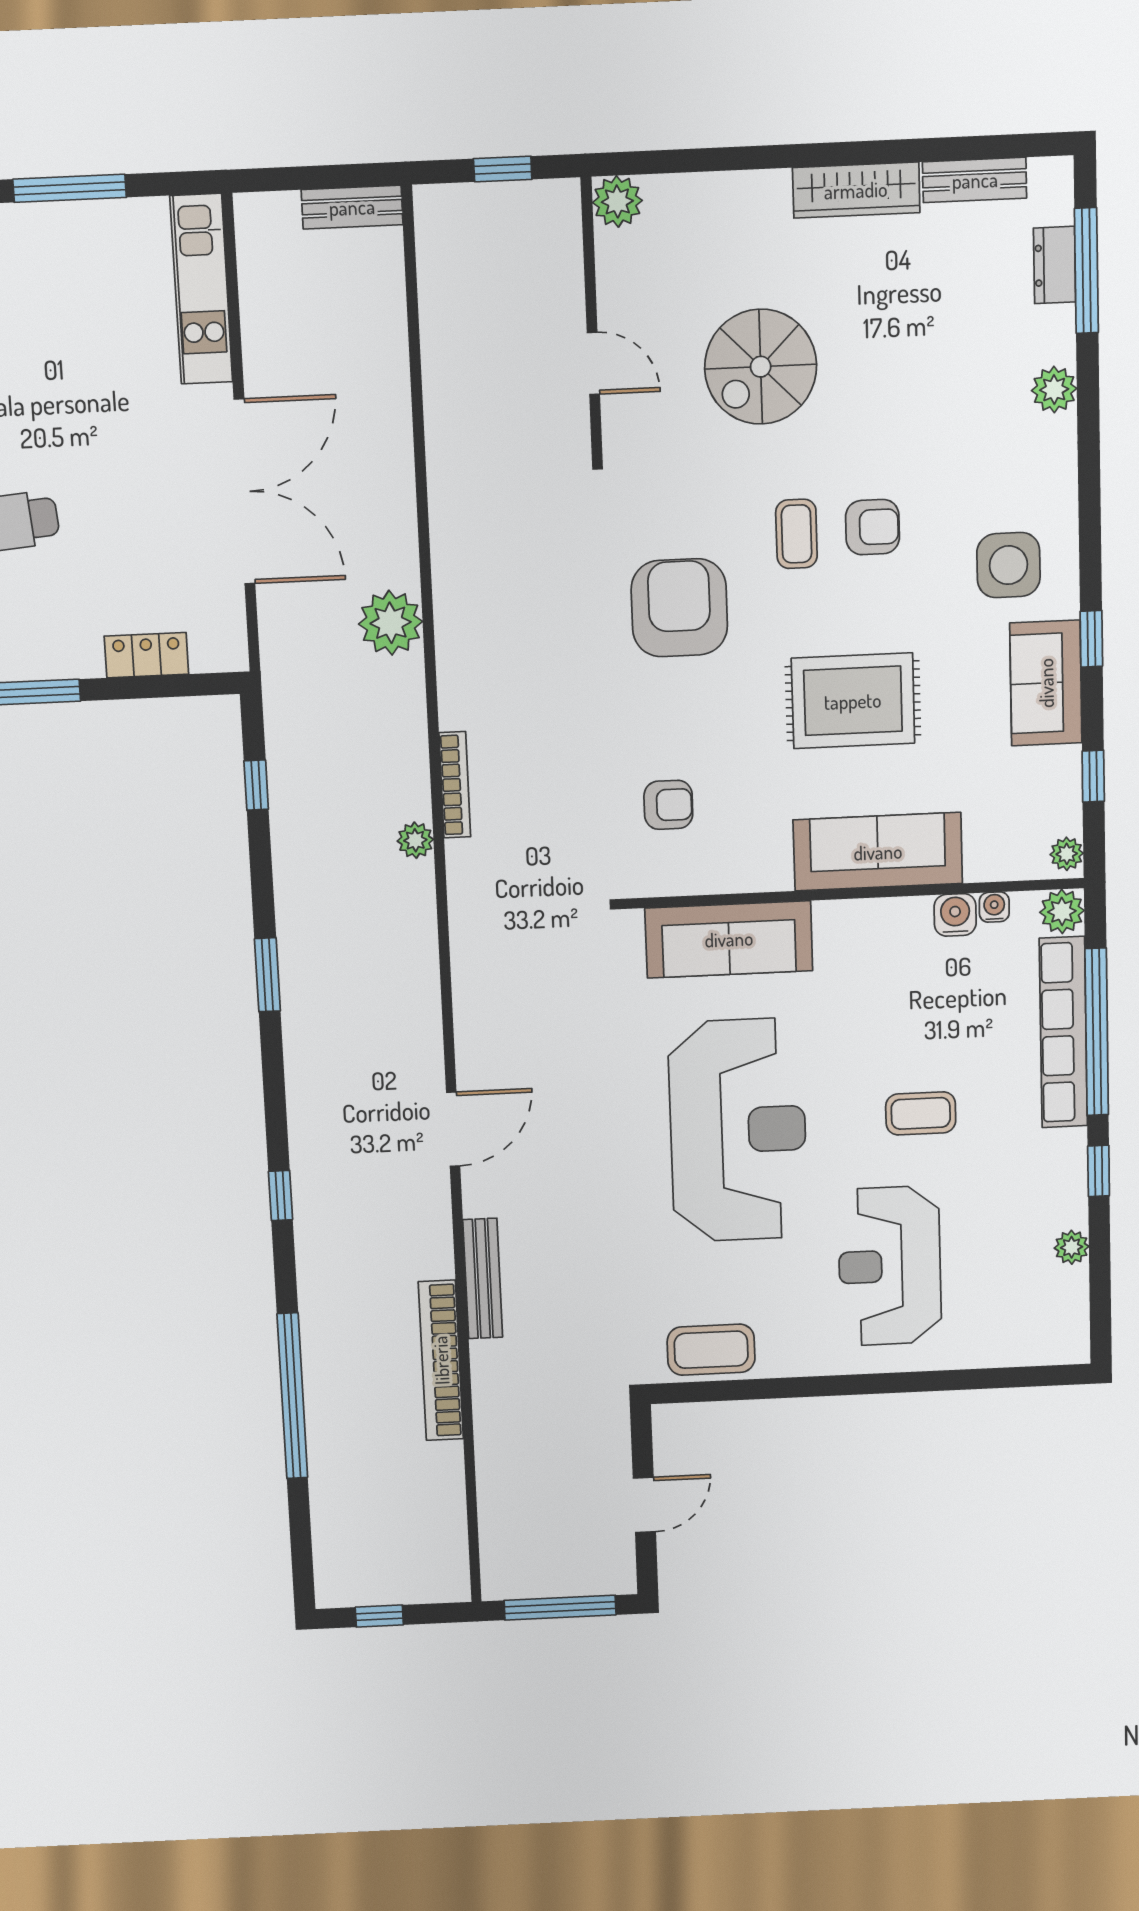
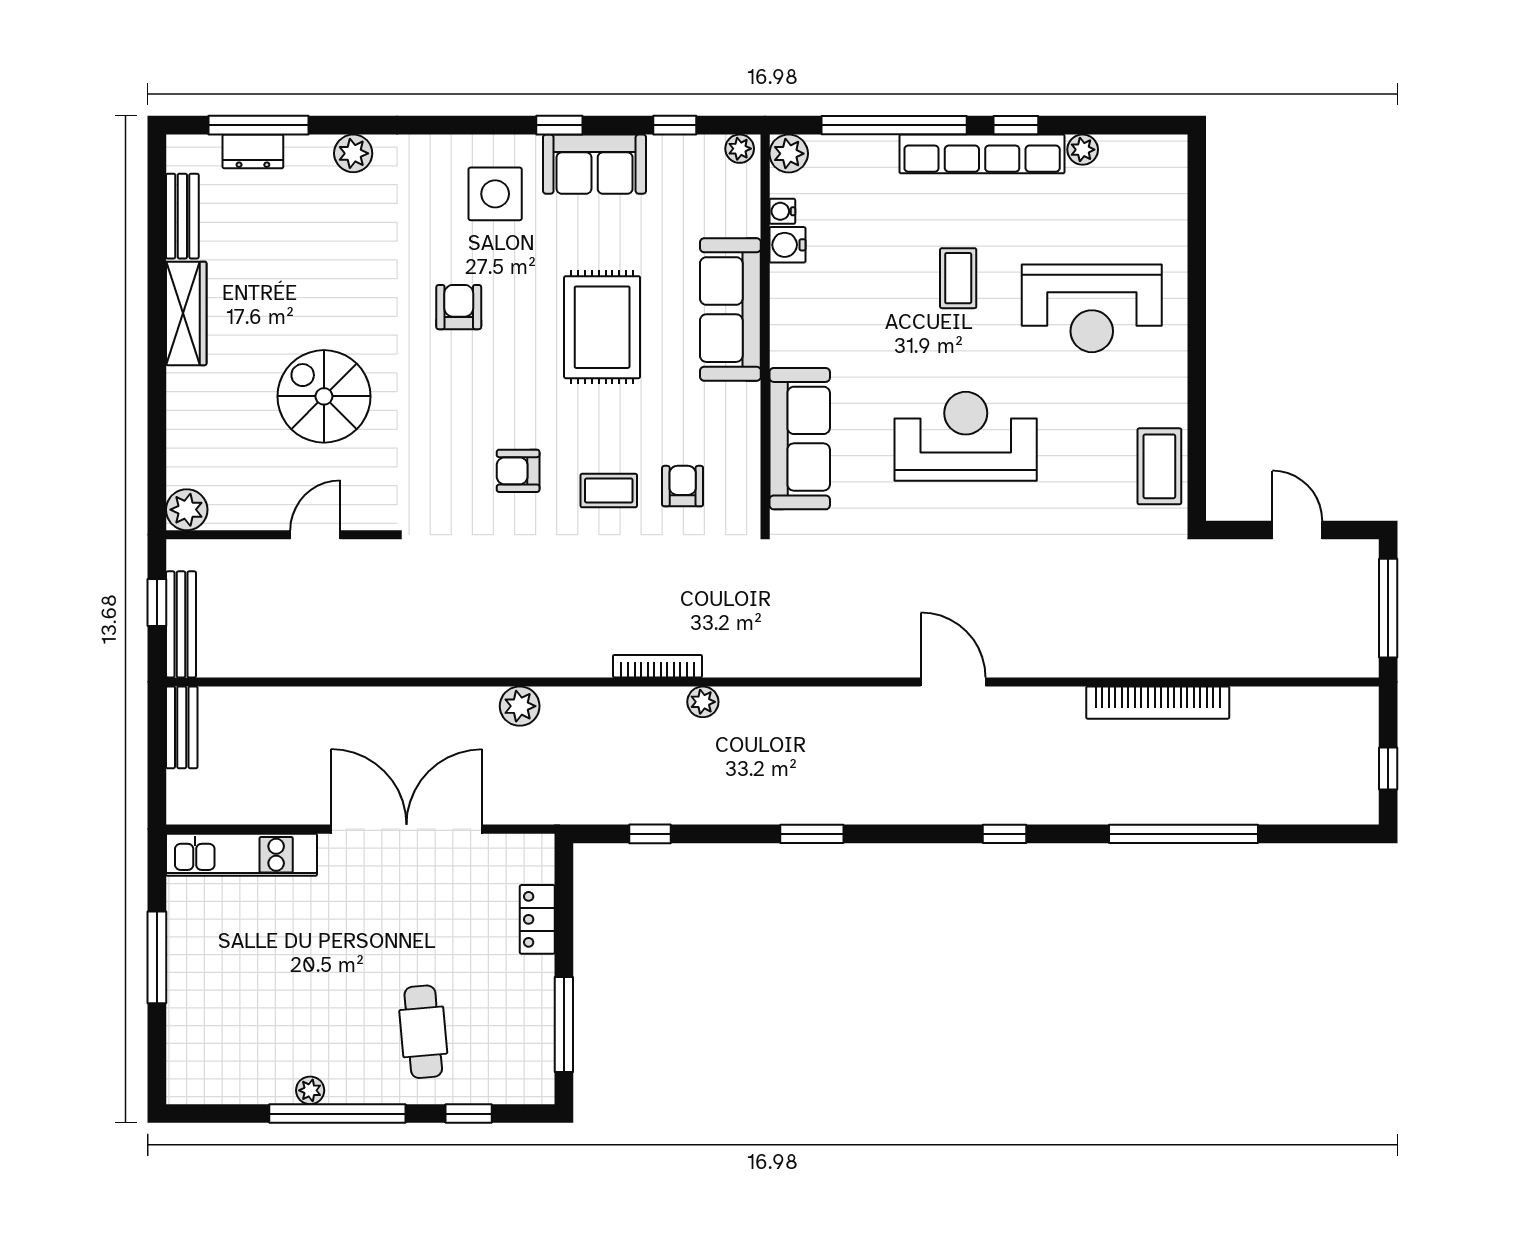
spiral stairs: (761, 367) -> (324, 396), turned 180
coffee table: (797, 534) -> (609, 491), moved
armchair: (679, 608) -> (518, 471), width x0.53, depth x0.53
plant: (391, 623) -> (520, 706), width x0.73, depth x0.73
row of seats: (1063, 1032) -> (982, 154), moved
reception desk: (738, 1130) -> (966, 436), width x0.74, depth x0.77
bench: (483, 1279) -> (181, 624), moved, turned 90

